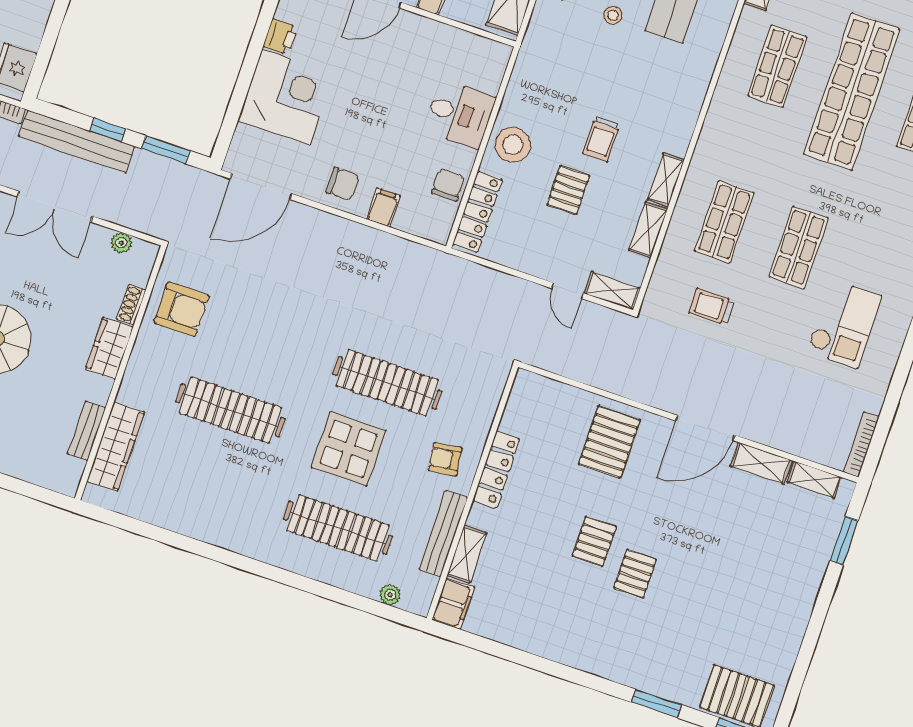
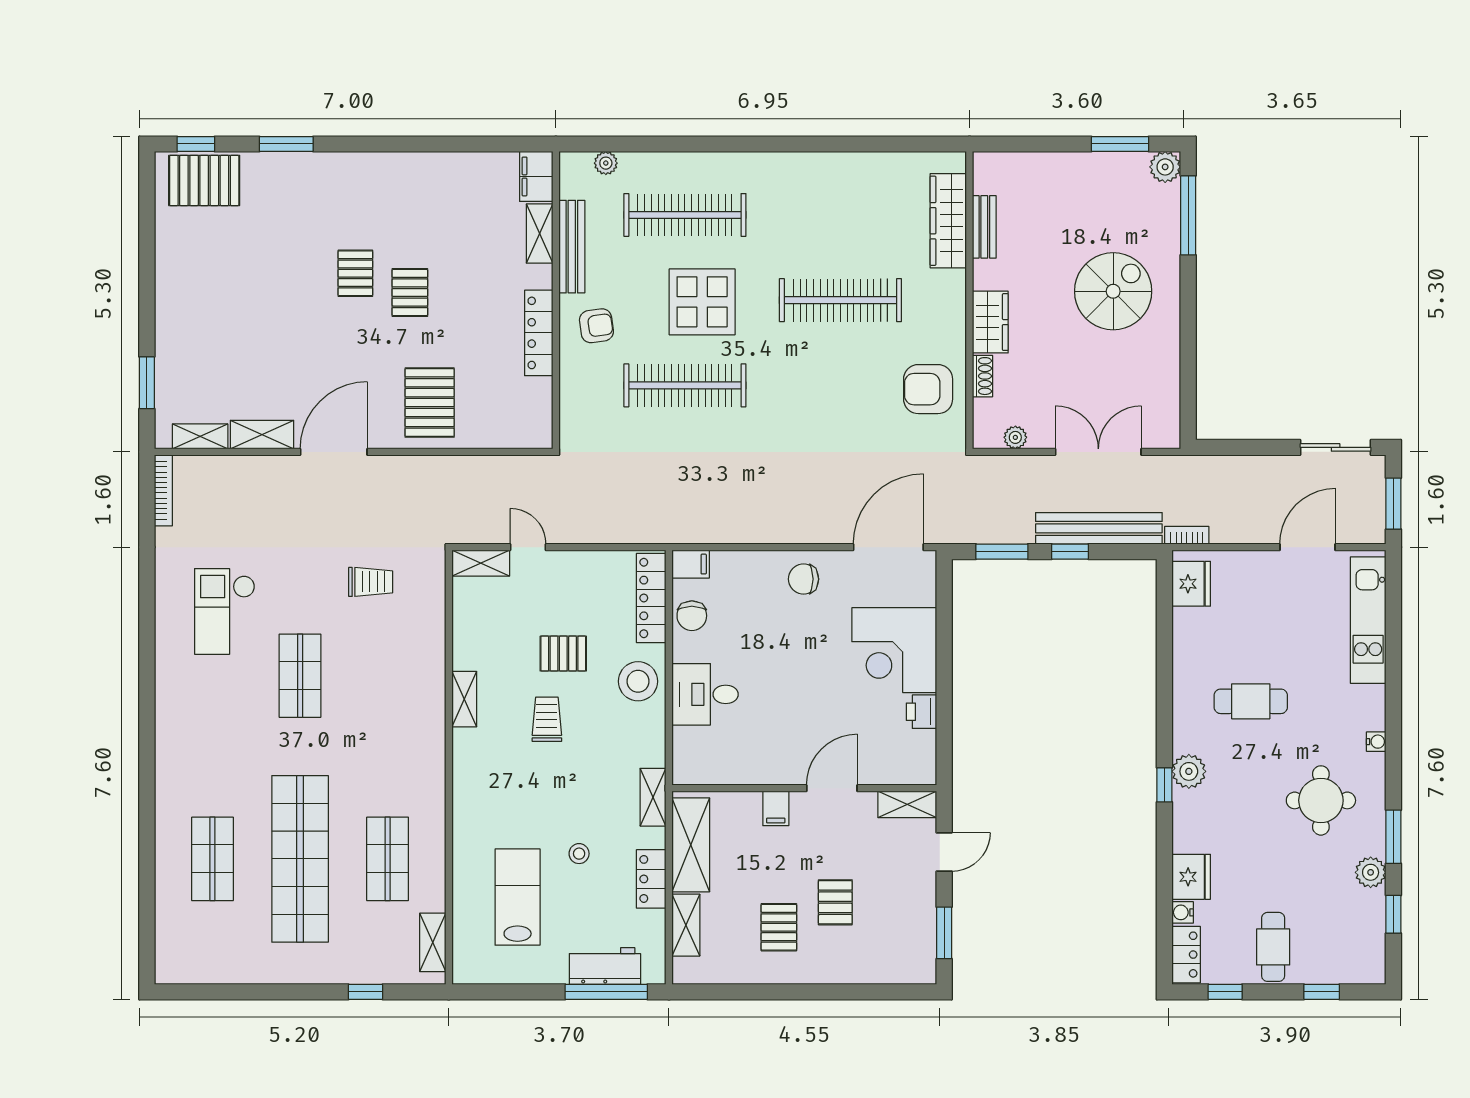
pallet: (568, 190) -> (563, 654), turned 90
filing cabinet: (383, 207) -> (691, 564), moved, turned -90
shop shelf: (724, 222) -> (388, 676), removed
shelving: (648, 230) -> (653, 797), moved

